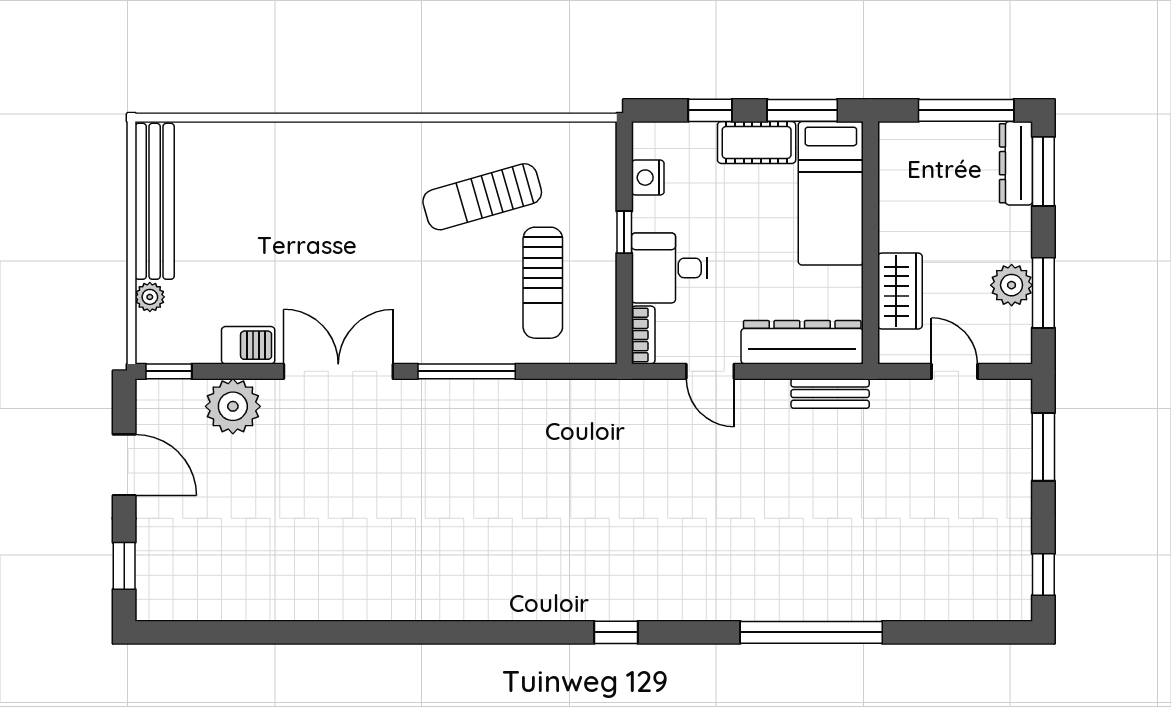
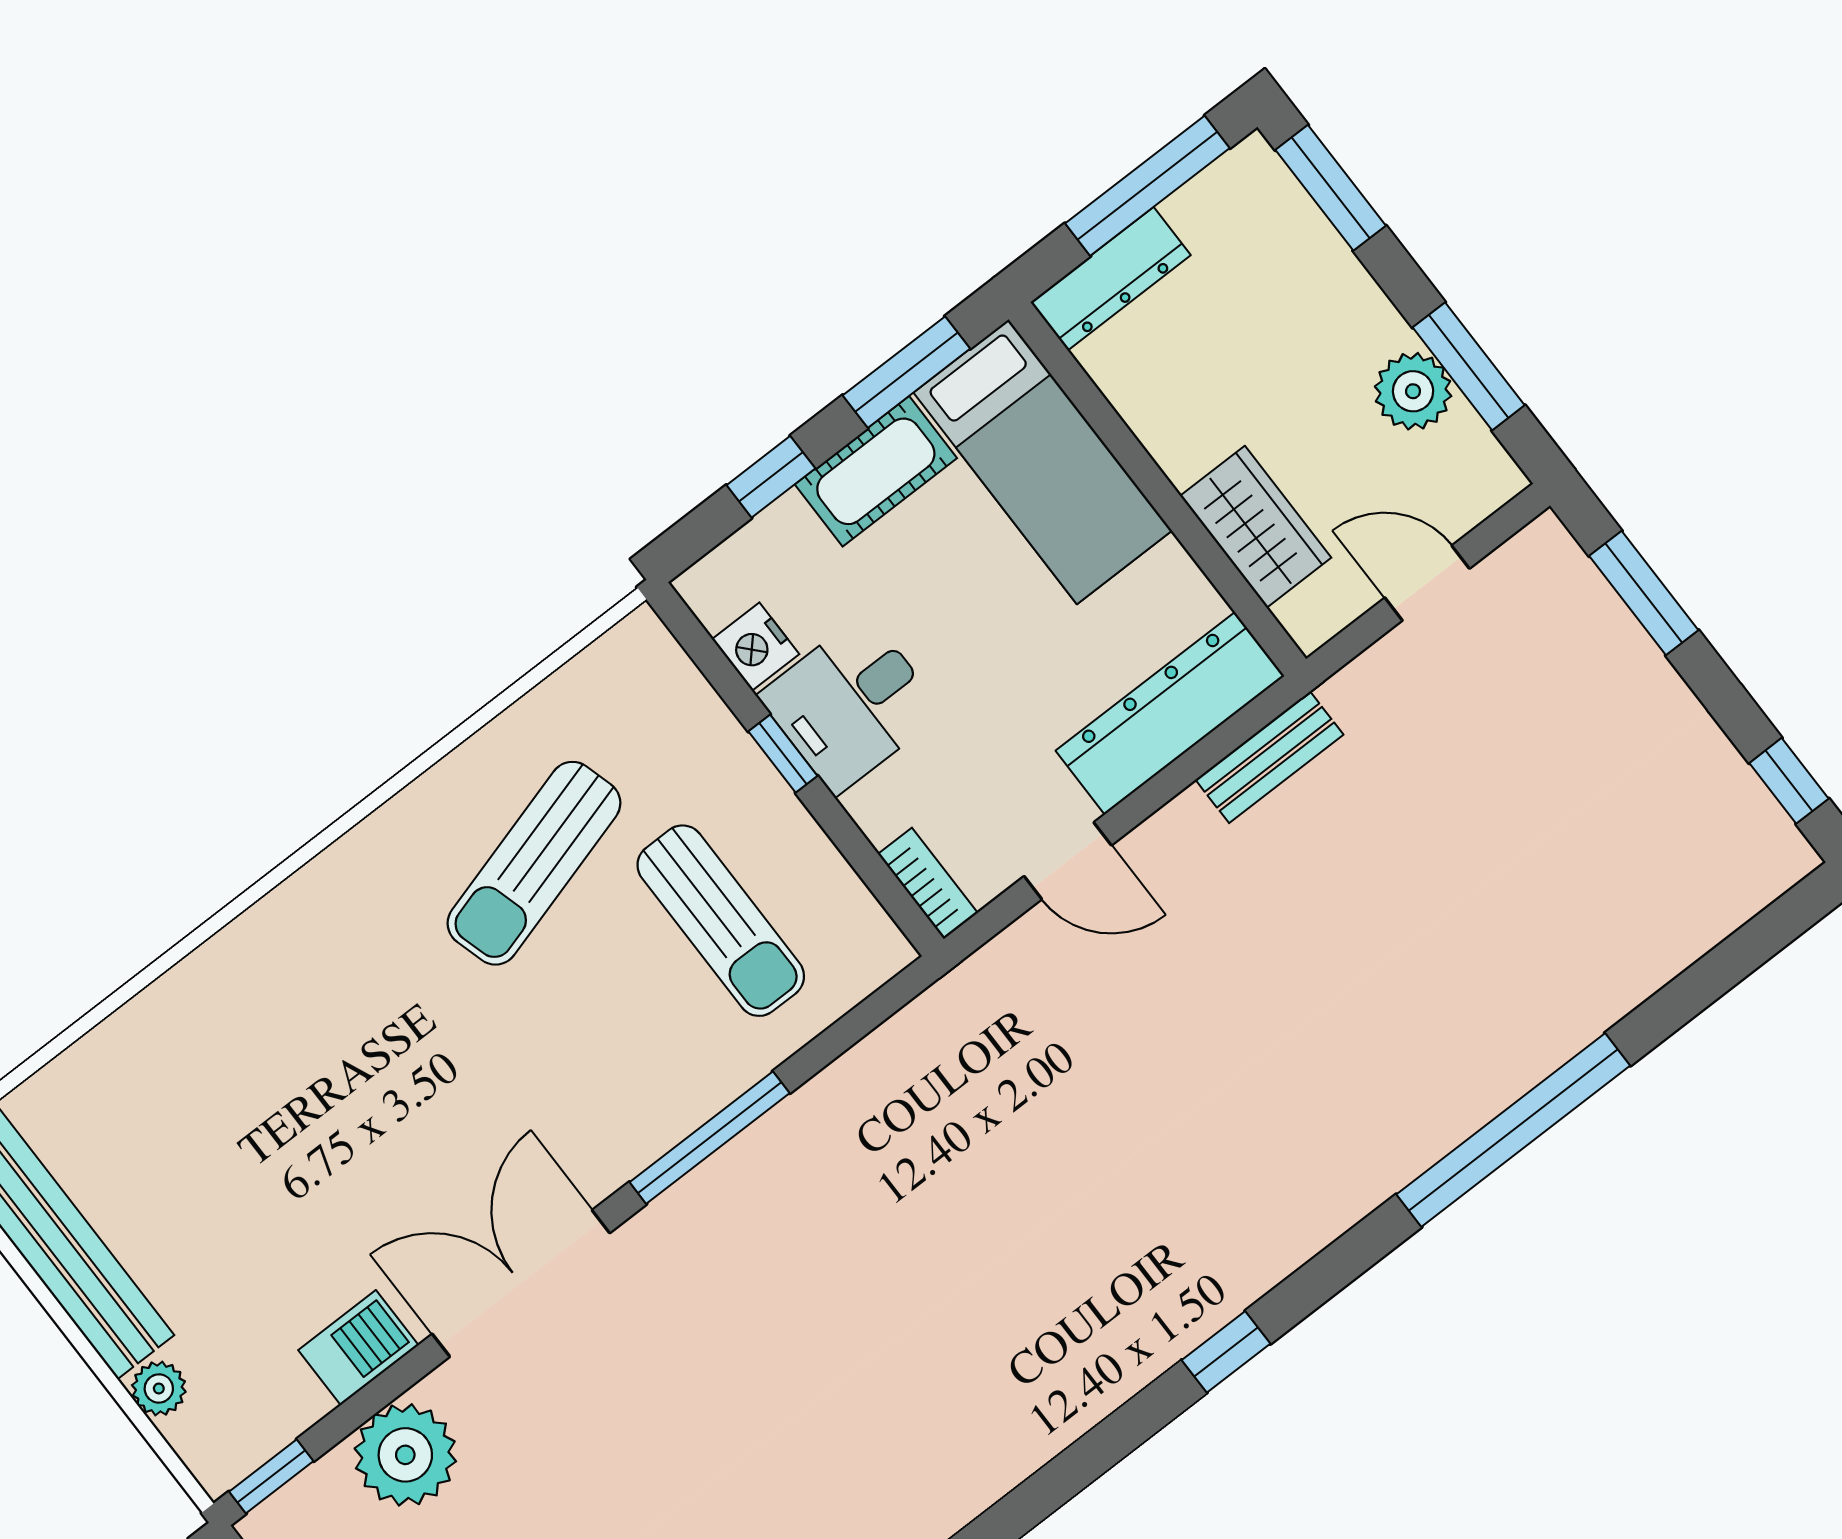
dresser: (1016, 163) -> (1111, 279), moved, turned -90
desk: (669, 268) -> (851, 704), moved

